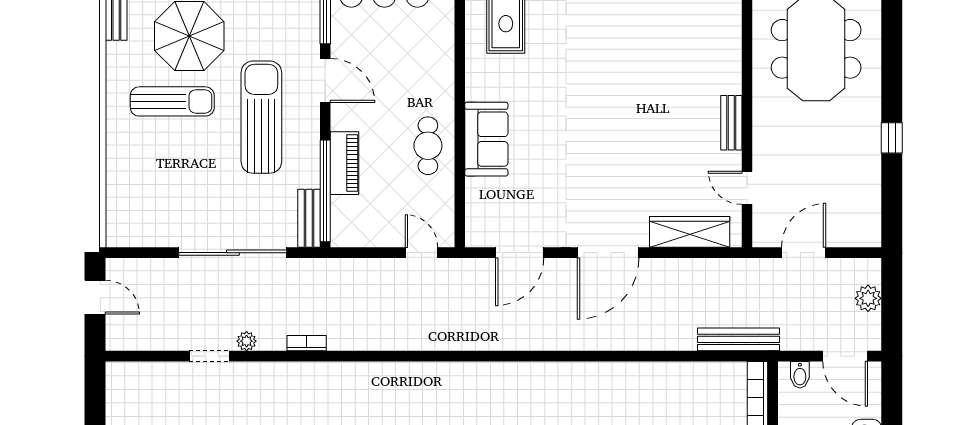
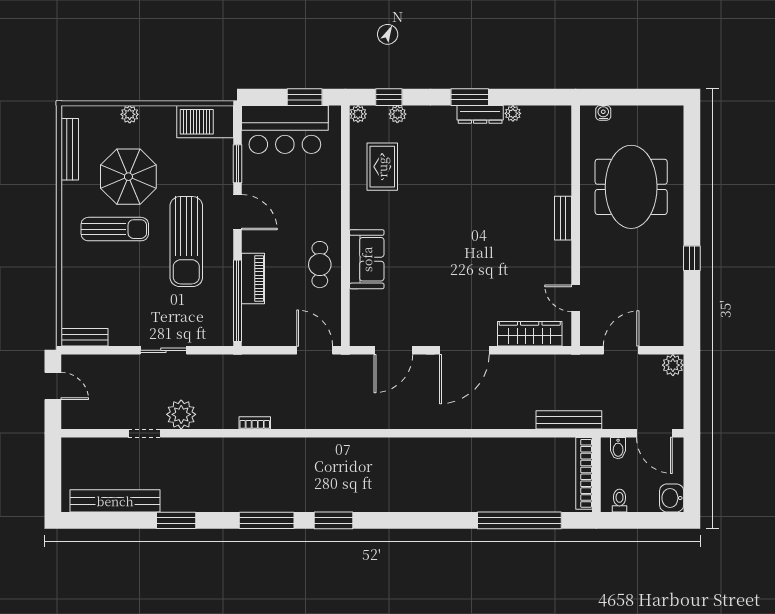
sun lounger: (261, 117) -> (186, 242), turned 180
bench: (731, 123) -> (563, 218), moved
bench: (309, 218) -> (85, 337), moved, turned 90
sliding door: (233, 253) -> (163, 350), width x0.54
door: (422, 253) -> (315, 350), width x1.38
plant: (868, 298) -> (673, 365), moved
plant: (247, 341) -> (181, 414), width x1.88, depth x1.88
bookcase: (307, 343) -> (255, 423), moved

